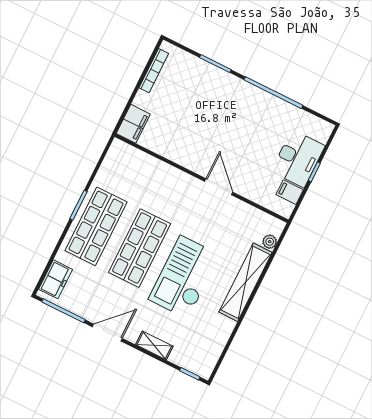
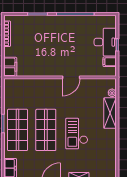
door: (219, 187) -> (71, 77), swing flipped
checkout: (184, 277) -> (77, 134), width x0.73, depth x0.83
shelving: (245, 282) -> (110, 113), width x0.68

